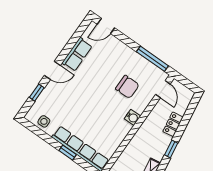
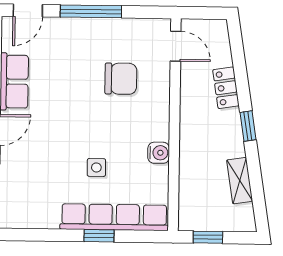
window: (152, 59) -> (91, 11), moved
water cooler: (132, 117) -> (159, 153), moved
side table: (44, 121) -> (96, 167), moved

